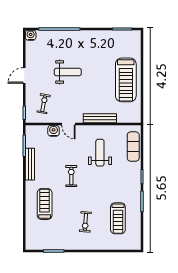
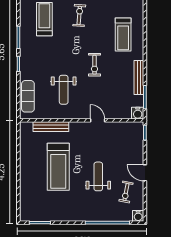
weight bench: (68, 72) -> (98, 176), turned 90
door: (24, 75) -> (145, 173), swing flipped
treadmill: (126, 80) -> (58, 167), moved, turned 180
exercise bike: (44, 104) -> (126, 192), moved
bench: (100, 118) -> (51, 127), moved
water cooler: (54, 131) -> (138, 113), moved

